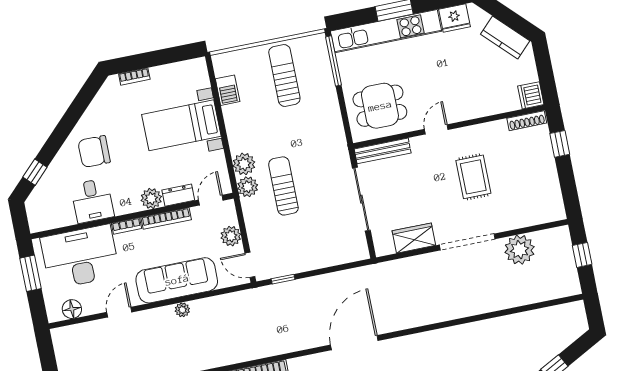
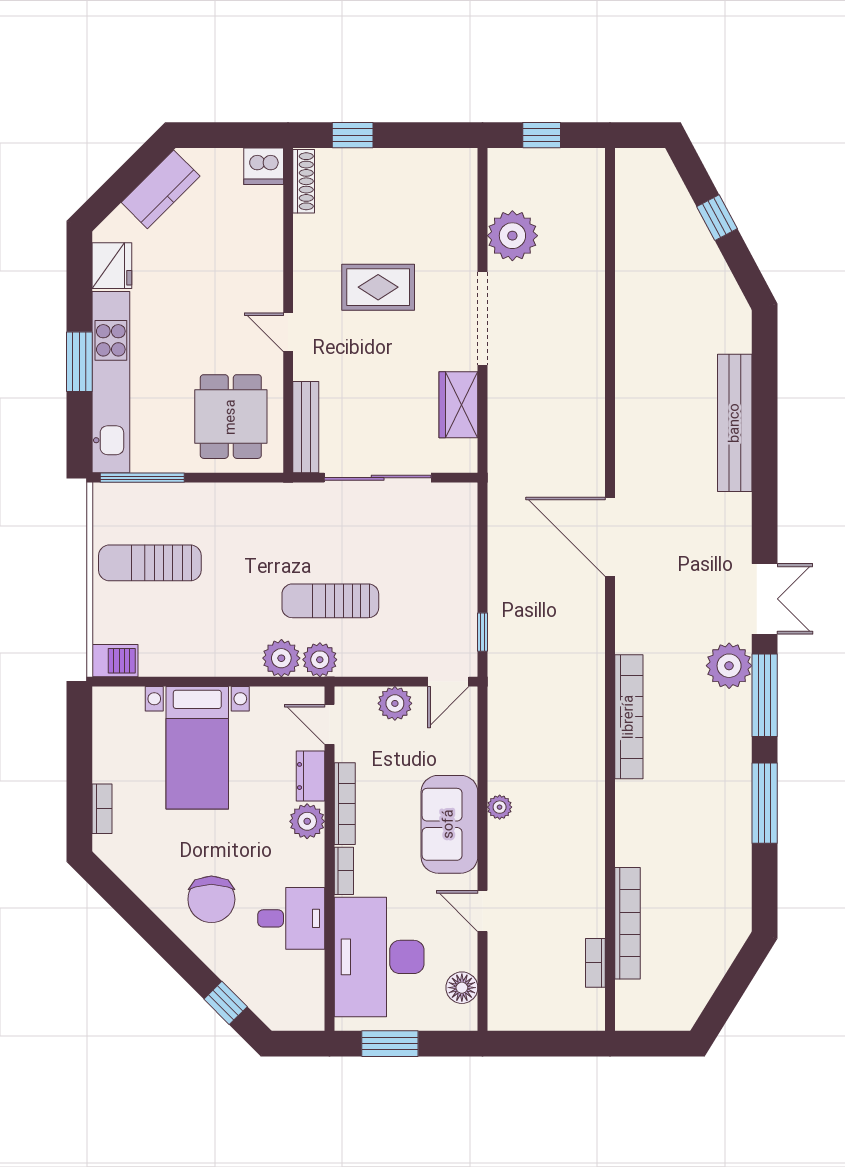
barbecue: (228, 90) -> (115, 661), moved
sofa: (177, 280) -> (449, 824), width x0.73

